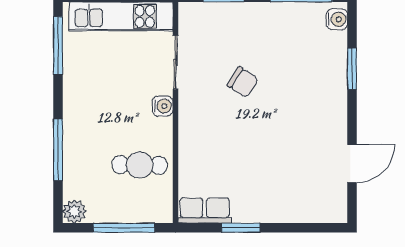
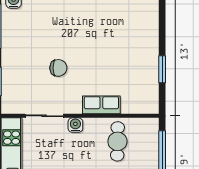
chair: (243, 82) -> (58, 68), turned 57
row of seats: (205, 211) -> (101, 105), moved, turned 90

